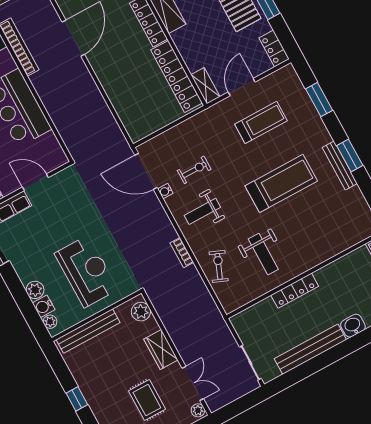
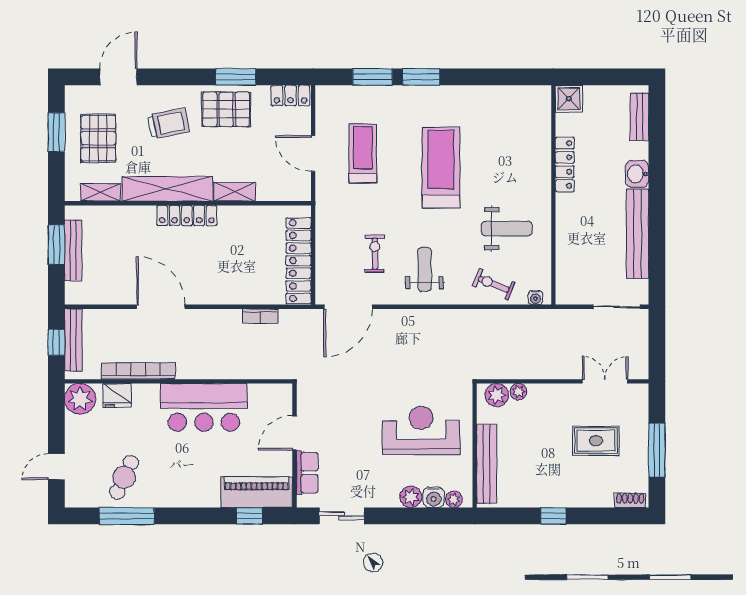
locker: (177, 77) -> (299, 261), moved, turned 90
shelving: (205, 86) -> (235, 192), moved
window: (350, 156) -> (421, 77), moved
bench: (340, 166) -> (456, 94), removed
water cooler: (165, 191) -> (535, 298), moved
weight bench: (202, 211) -> (425, 269), turned 180
bookcase: (182, 253) -> (260, 316), moved
locker: (295, 291) -> (565, 164), moved
wardrobe: (161, 350) -> (550, 396), removed
plant: (198, 410) -> (518, 392), moved

